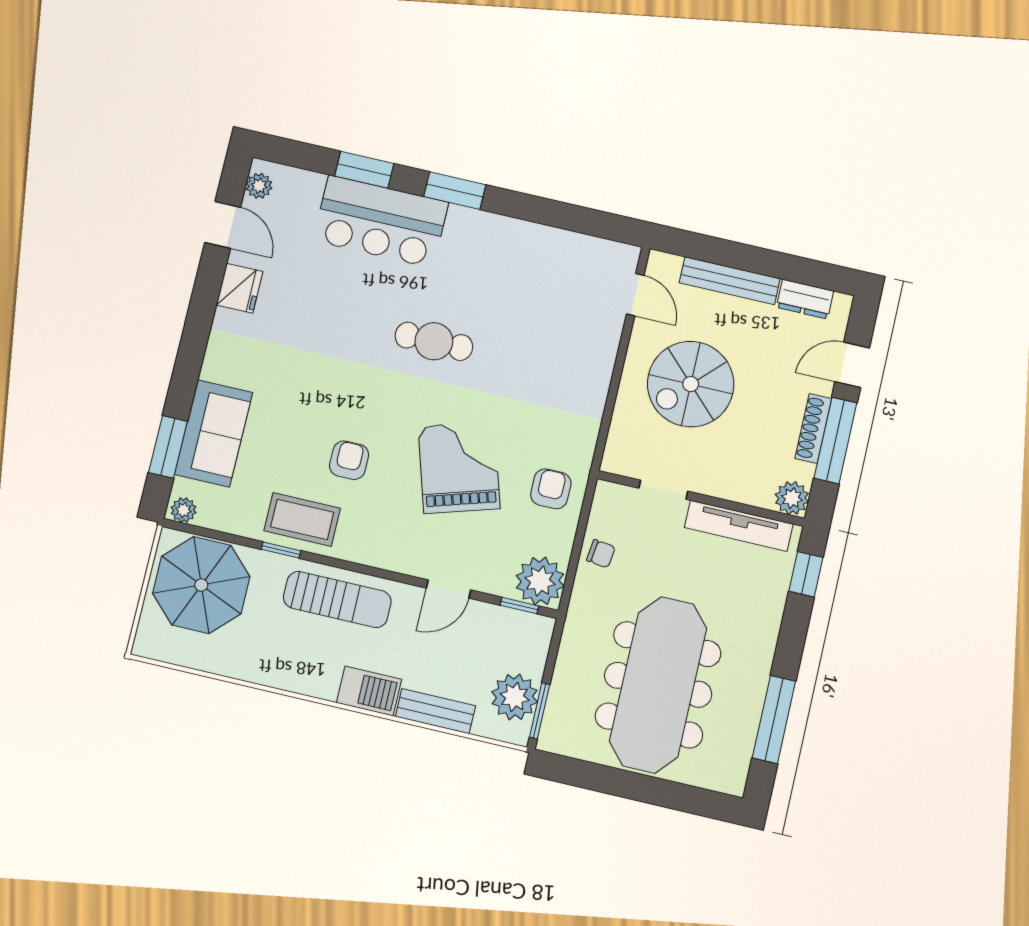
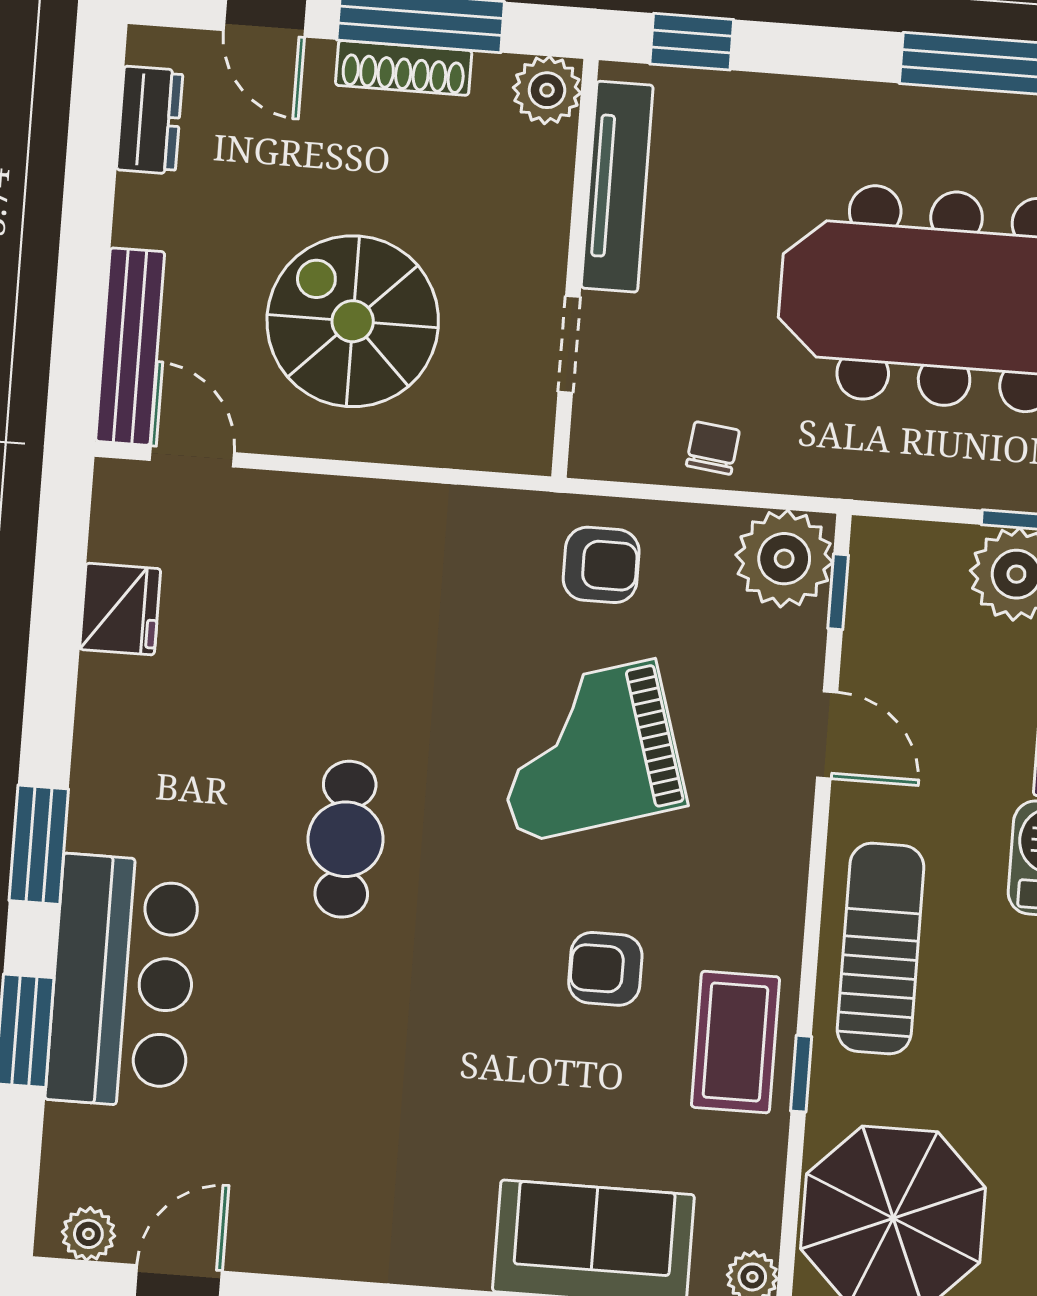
bench: (730, 281) -> (130, 347), moved
fridge: (239, 288) -> (120, 609), moved, turned 90
door: (635, 295) -> (192, 457), hinge flipped
spiral stairs: (691, 384) -> (353, 321), turned 180
armchair: (551, 489) -> (601, 565), turned 180

